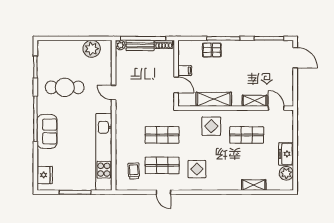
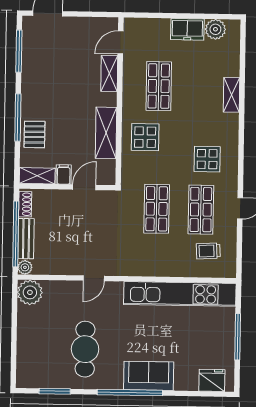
plant: (92, 49) -> (30, 292), moved
shelving: (183, 52) -> (37, 176), added
shelving: (254, 185) -> (231, 95), moved

